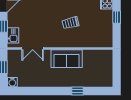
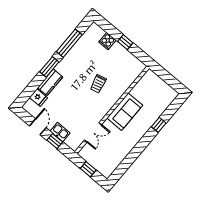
kitchen sink: (13, 35) -> (60, 132), moved
water cooler: (12, 82) -> (107, 172), removed

